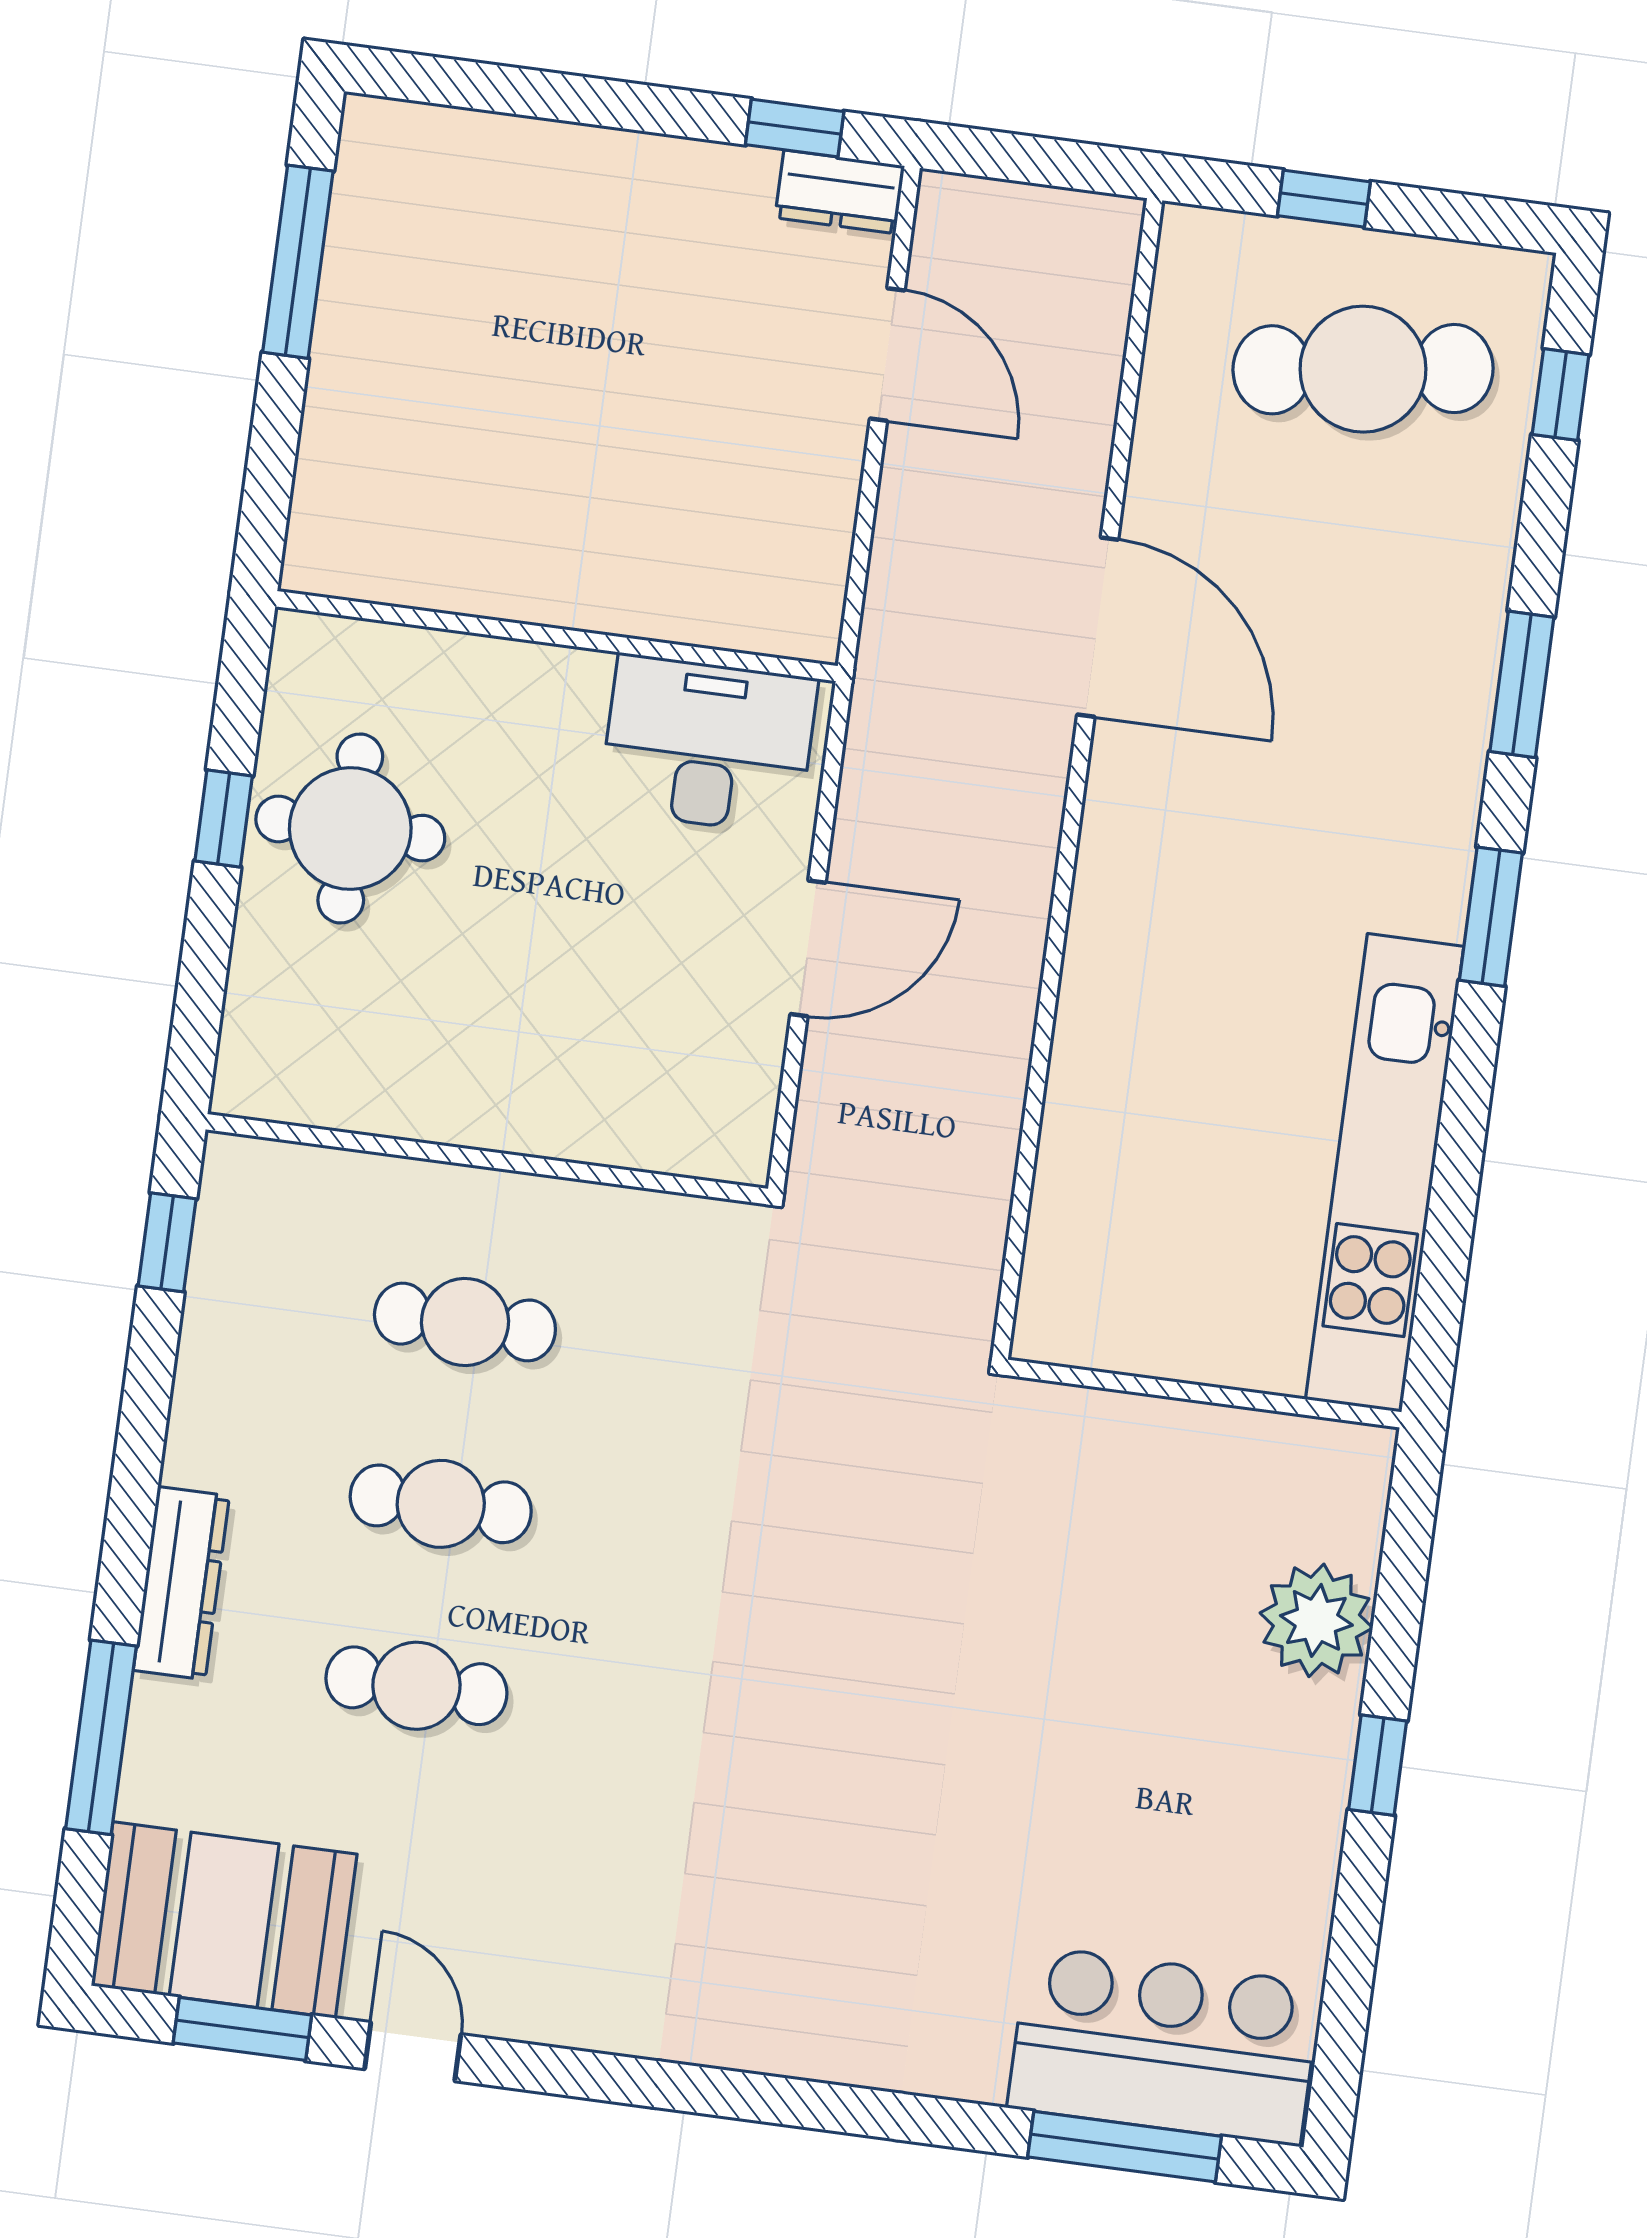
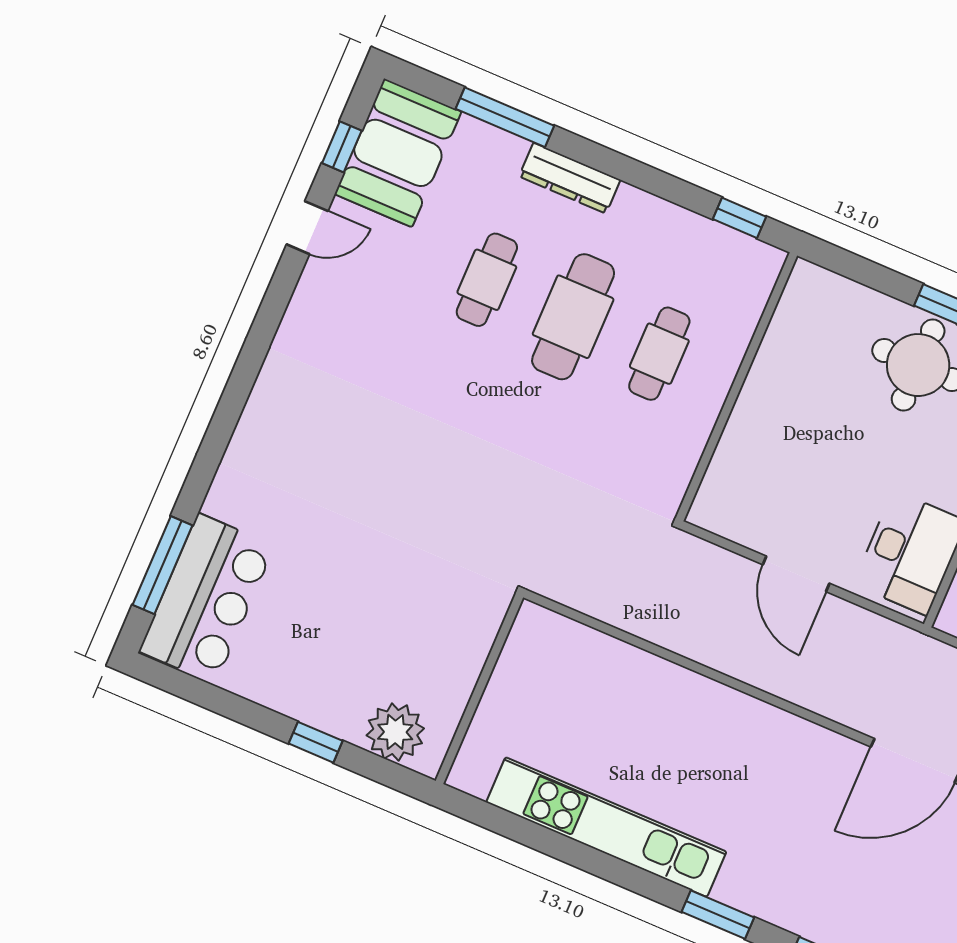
wall: (1204, 1394) -> (479, 689), moved
cafe table: (441, 1504) -> (573, 317), width x1.37, depth x1.35
window: (242, 2029) -> (342, 147), width x0.67

